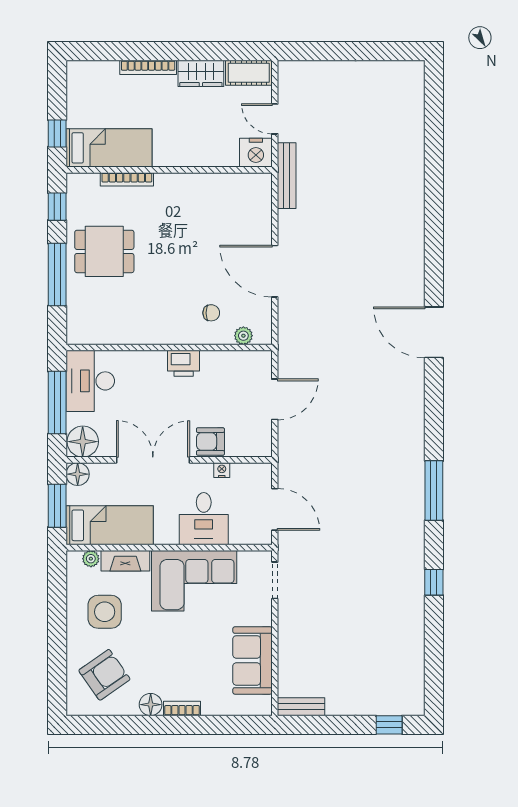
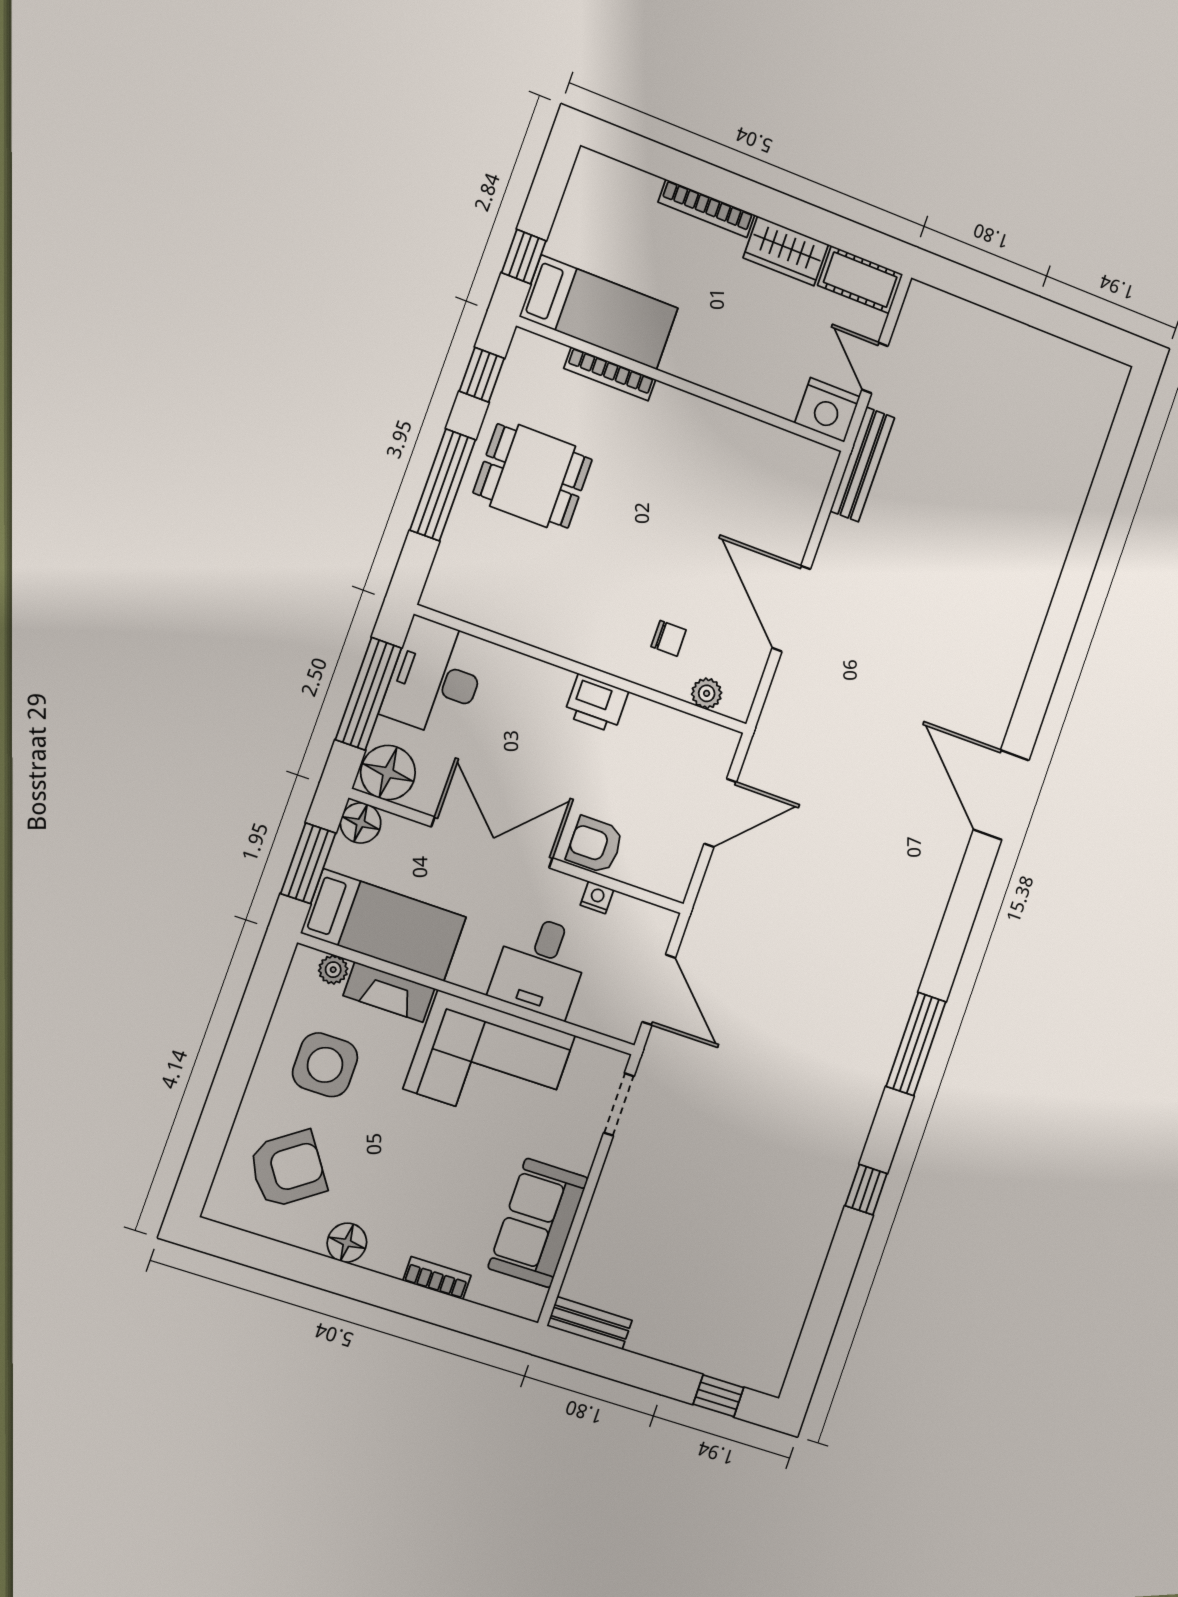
bookcase: (182, 708) -> (437, 1278), moved

